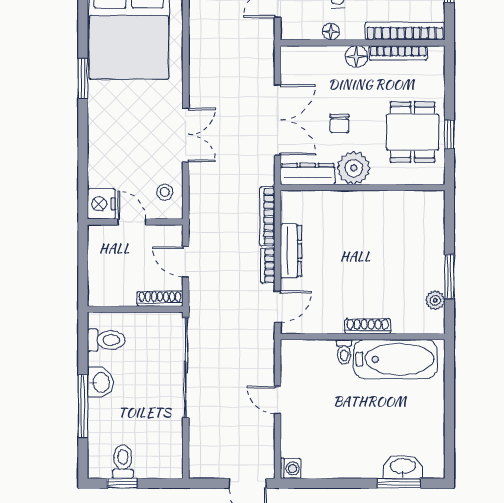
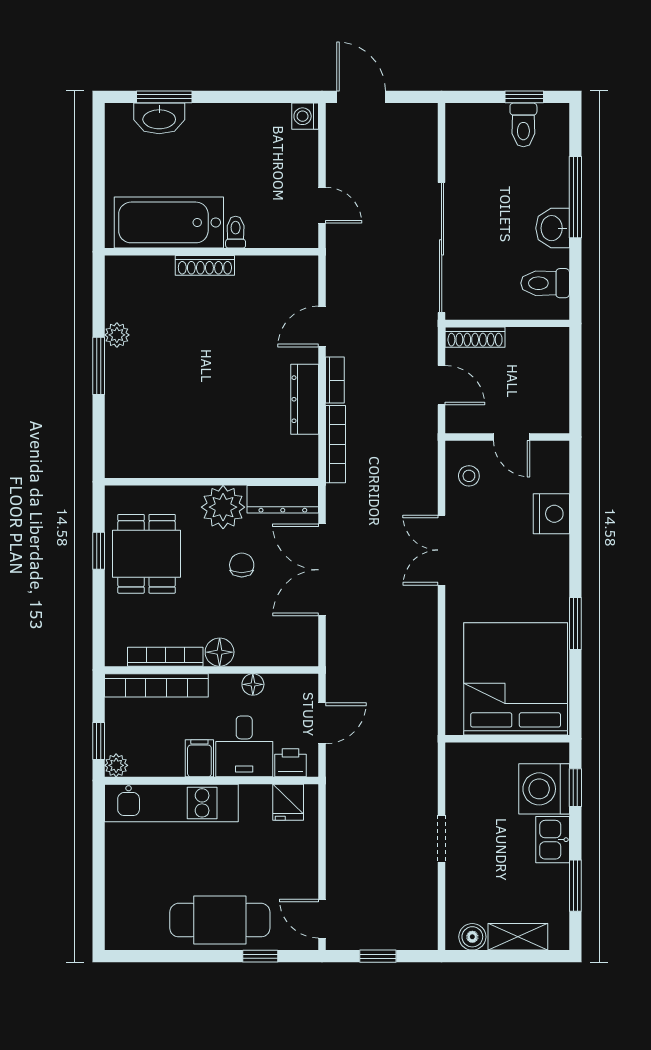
nightstand: (101, 204) -> (551, 514), moved
shoe rack: (368, 326) -> (205, 265), moved
wall: (363, 337) -> (211, 252), moved
toilet: (344, 352) -> (236, 232), moved
bathtub: (395, 359) -> (169, 222), moved

